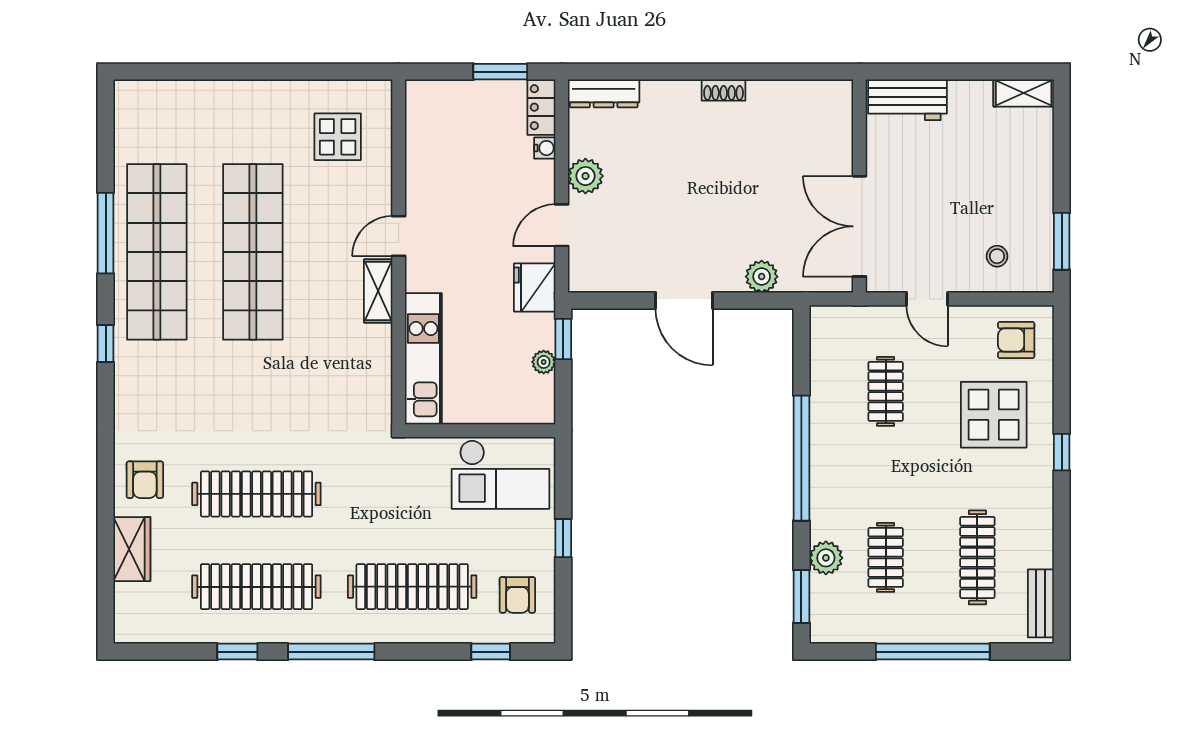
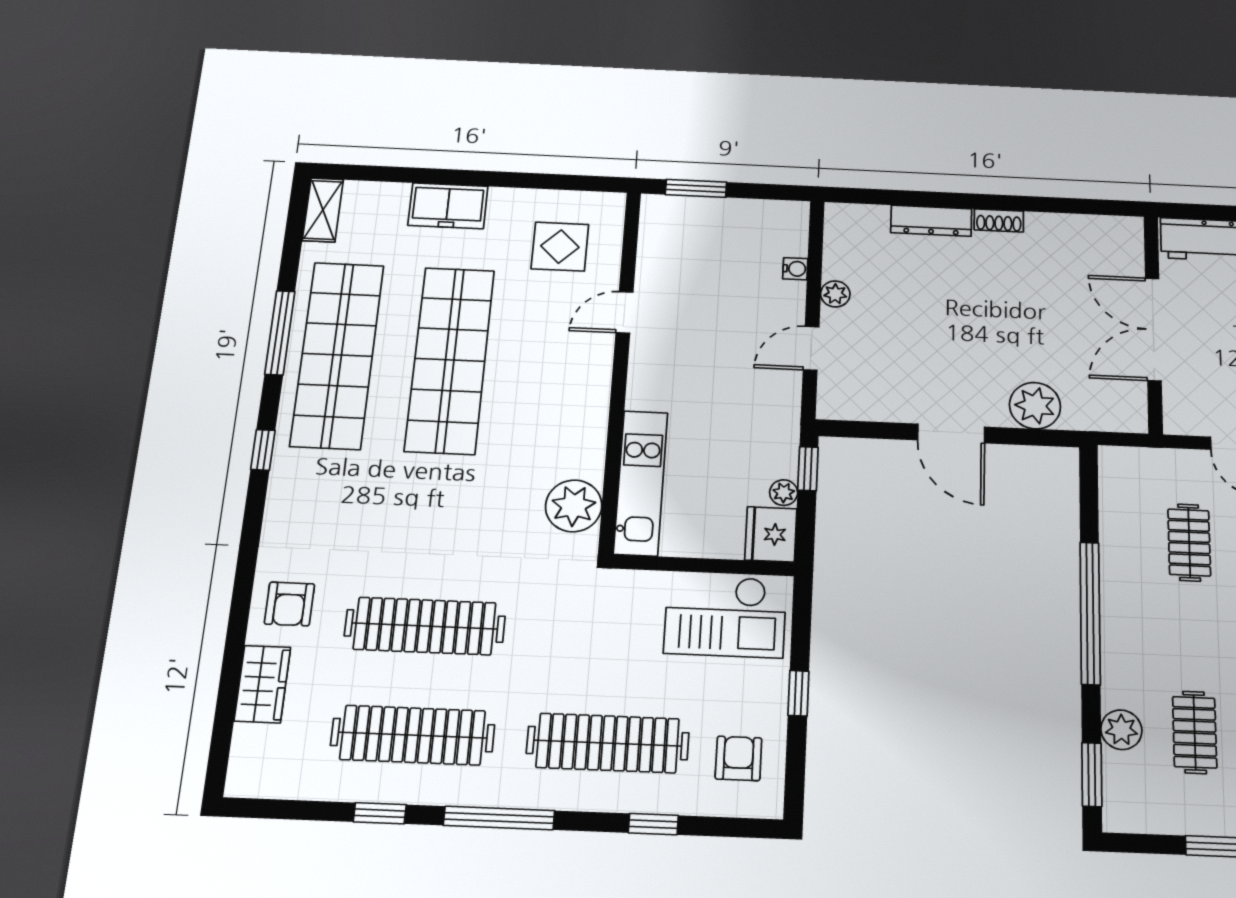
window: (500, 72) -> (696, 188), moved
dresser: (604, 93) -> (931, 221), moved
freezer: (236, 101) -> (448, 206), added
locker: (541, 107) -> (793, 228), removed
plant: (585, 176) -> (835, 294), width x0.73, depth x0.73
double door: (859, 226) -> (1153, 329), moved
door: (399, 236) -> (624, 312), moved
plant: (762, 277) -> (1035, 406), width x1.36, depth x1.36
fridge: (535, 288) -> (771, 534), moved
shelving: (378, 291) -> (323, 210), moved
plant: (369, 382) -> (574, 506), added
armchair: (517, 595) -> (738, 758), turned 180
window: (491, 652) -> (653, 824), moved

